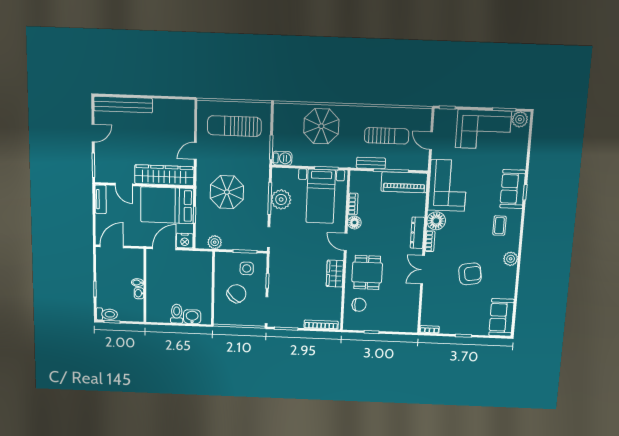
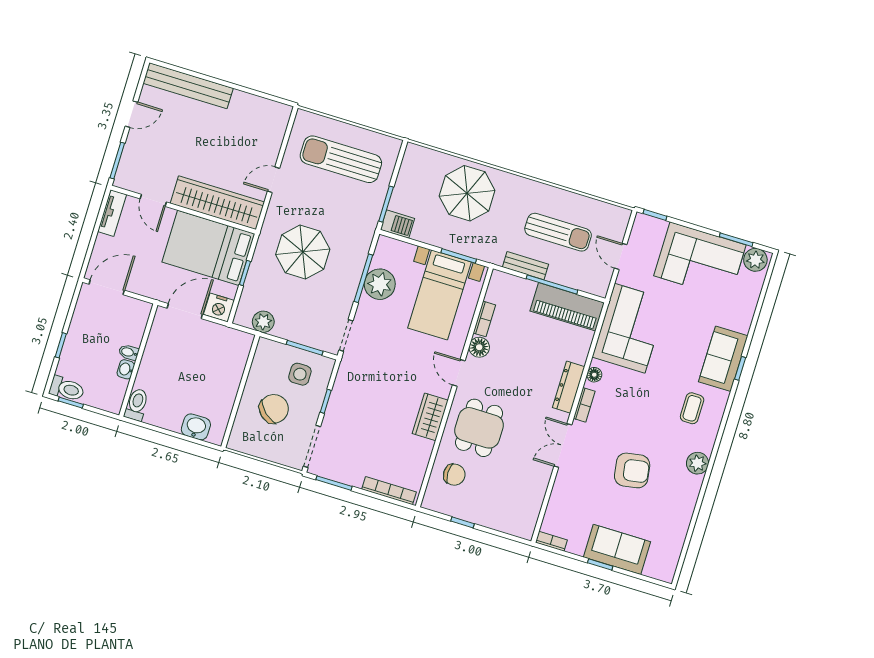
floor lamp: (436, 221) -> (594, 375), width x0.53, depth x0.53
toilet: (177, 314) -> (137, 405), moved
sofa: (501, 317) -> (617, 549), moved, turned 90

